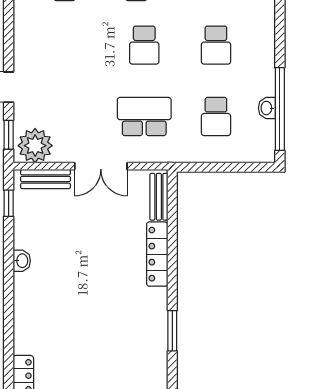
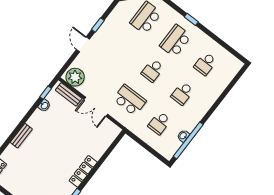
window: (9, 135) -> (98, 25), moved
bench: (159, 197) -> (21, 136), moved
locker: (157, 254) -> (83, 171), moved
washbasin: (22, 261) -> (44, 106), moved

